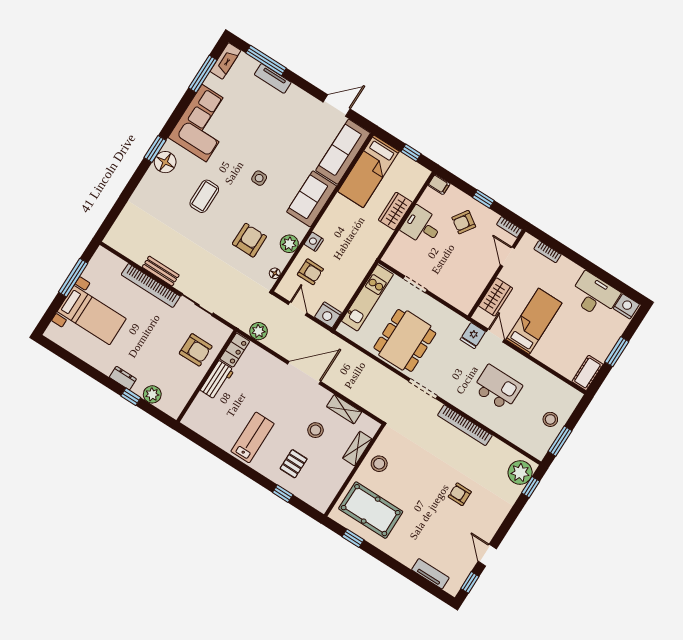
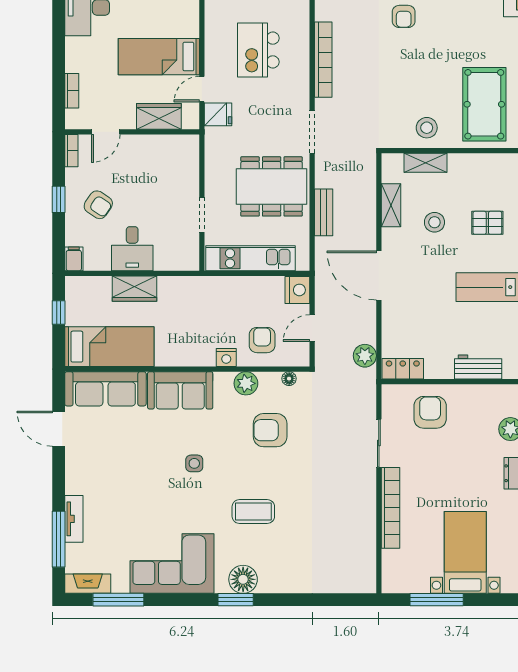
bench: (161, 271) -> (324, 212), moved
workbench: (217, 380) -> (478, 367), moved

